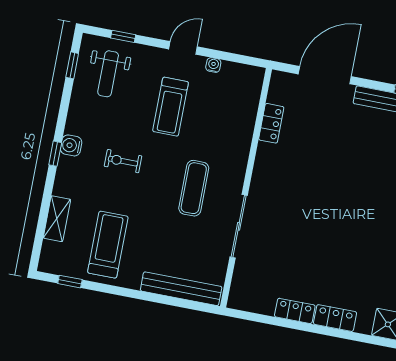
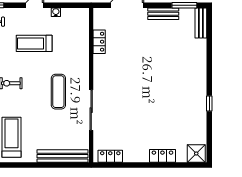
treadmill: (171, 107) -> (34, 43), turned 90
locker: (295, 311) -> (110, 156), moved

